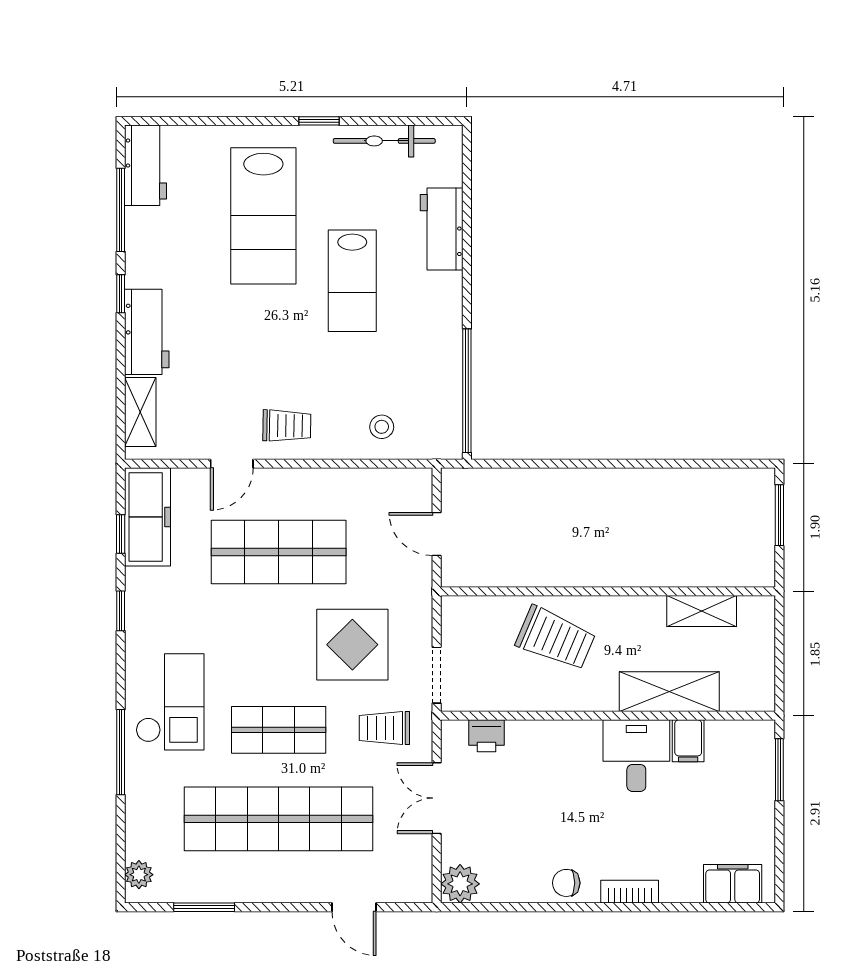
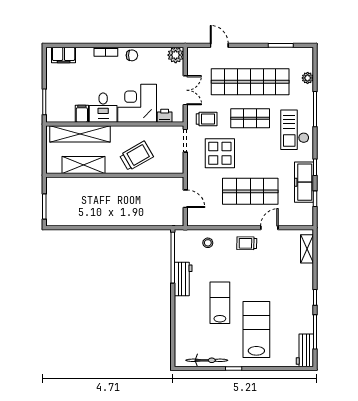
workbench: (442, 229) -> (183, 279), moved
workbench: (147, 332) -> (304, 282), removed
freezer: (148, 517) -> (304, 182), moved
shelving: (702, 611) -> (83, 165), width x1.50, depth x1.33
trolley: (556, 638) -> (136, 156), turned 127
shelving: (669, 692) -> (80, 134), width x1.47
corner desk: (554, 766) -> (137, 103), added
plant: (139, 875) -> (308, 78), moved

